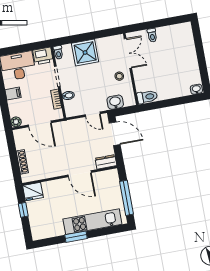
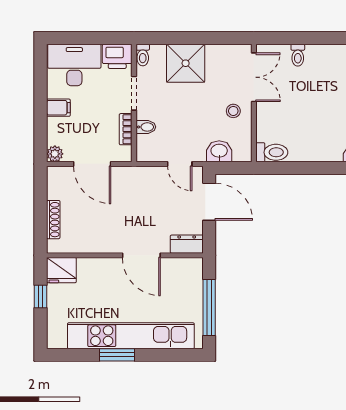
kitchen unit: (92, 222) -> (131, 336), width x1.36

